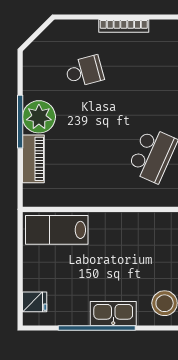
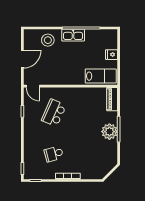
school desk: (84, 71) -> (54, 154), moved
piano: (33, 159) -> (112, 99), moved
fridge: (35, 302) -> (112, 55), moved

